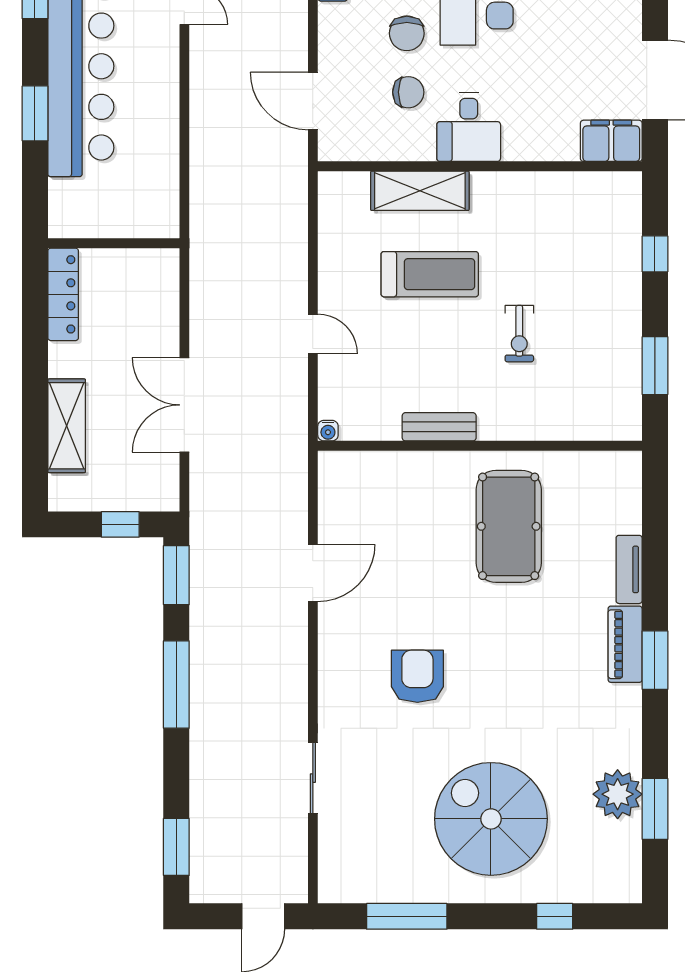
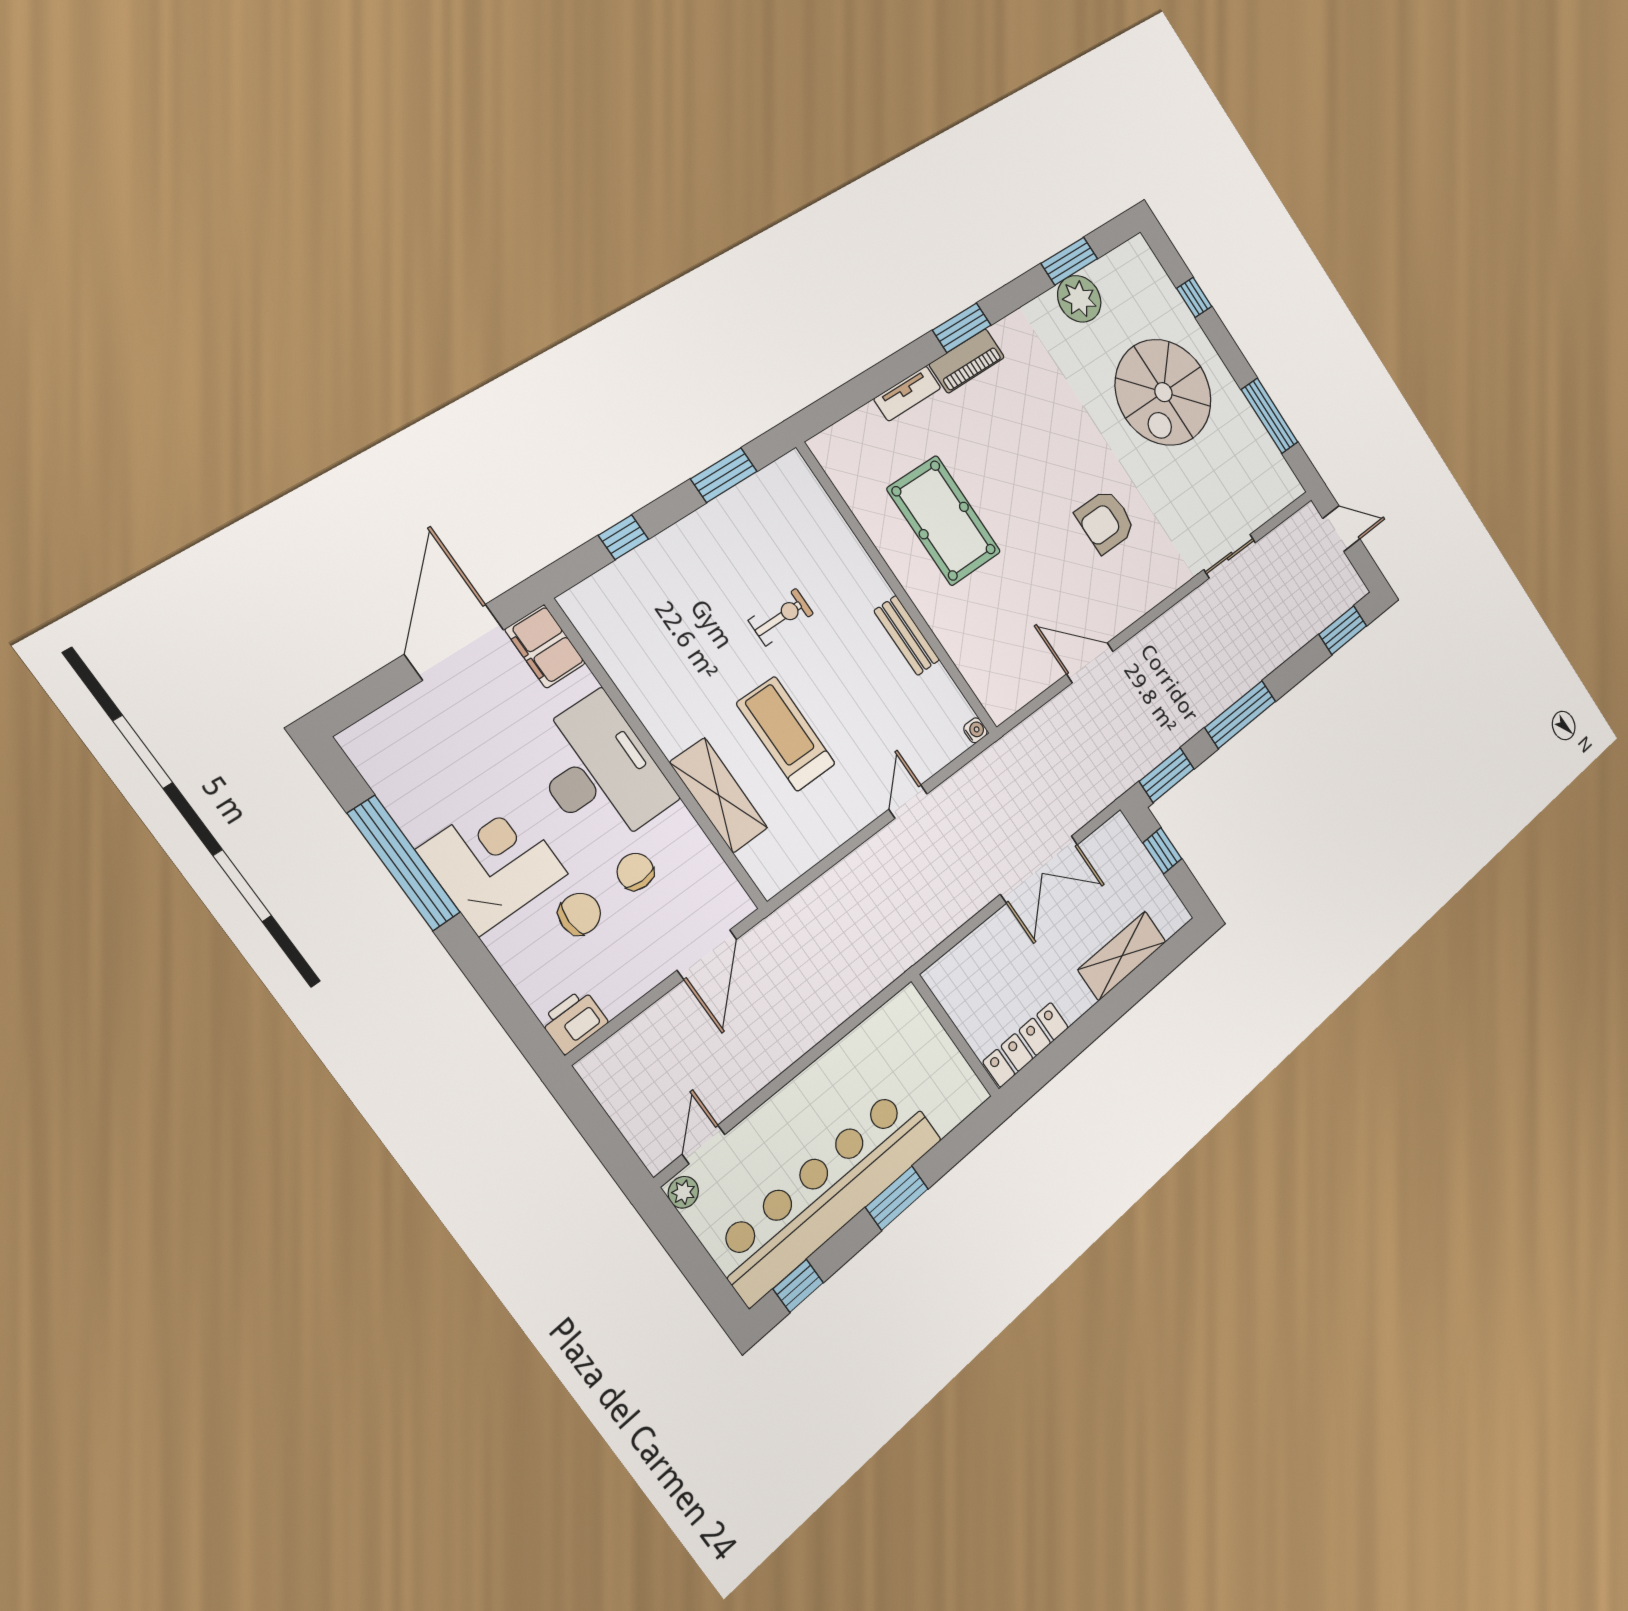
desk: (469, 127) -> (600, 771), width x1.87, depth x1.30
pool table: (509, 526) -> (944, 520), turned 90

